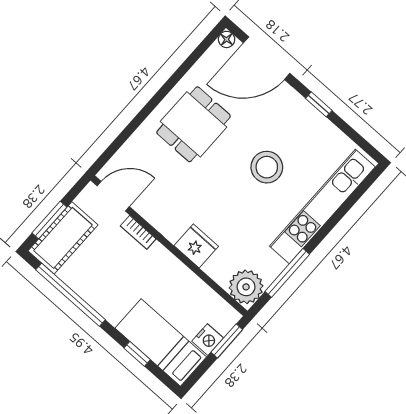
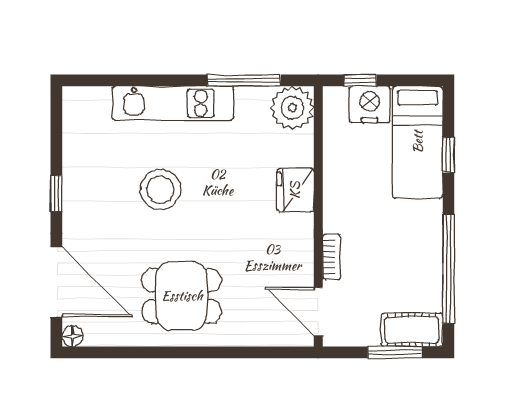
kitchen unit: (322, 206) -> (173, 103), width x0.73
cot: (63, 238) -> (412, 330), width x0.73, depth x0.75
nightstand: (208, 340) -> (370, 104), width x1.36, depth x1.33
window: (227, 341) -> (360, 80), width x0.67

